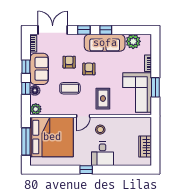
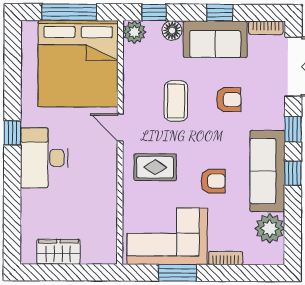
armchair: (89, 69) -> (213, 181), moved
window: (26, 88) -> (154, 12), moved
stool: (100, 130) -> (93, 162), removed
desk: (103, 154) -> (44, 158), width x1.37

